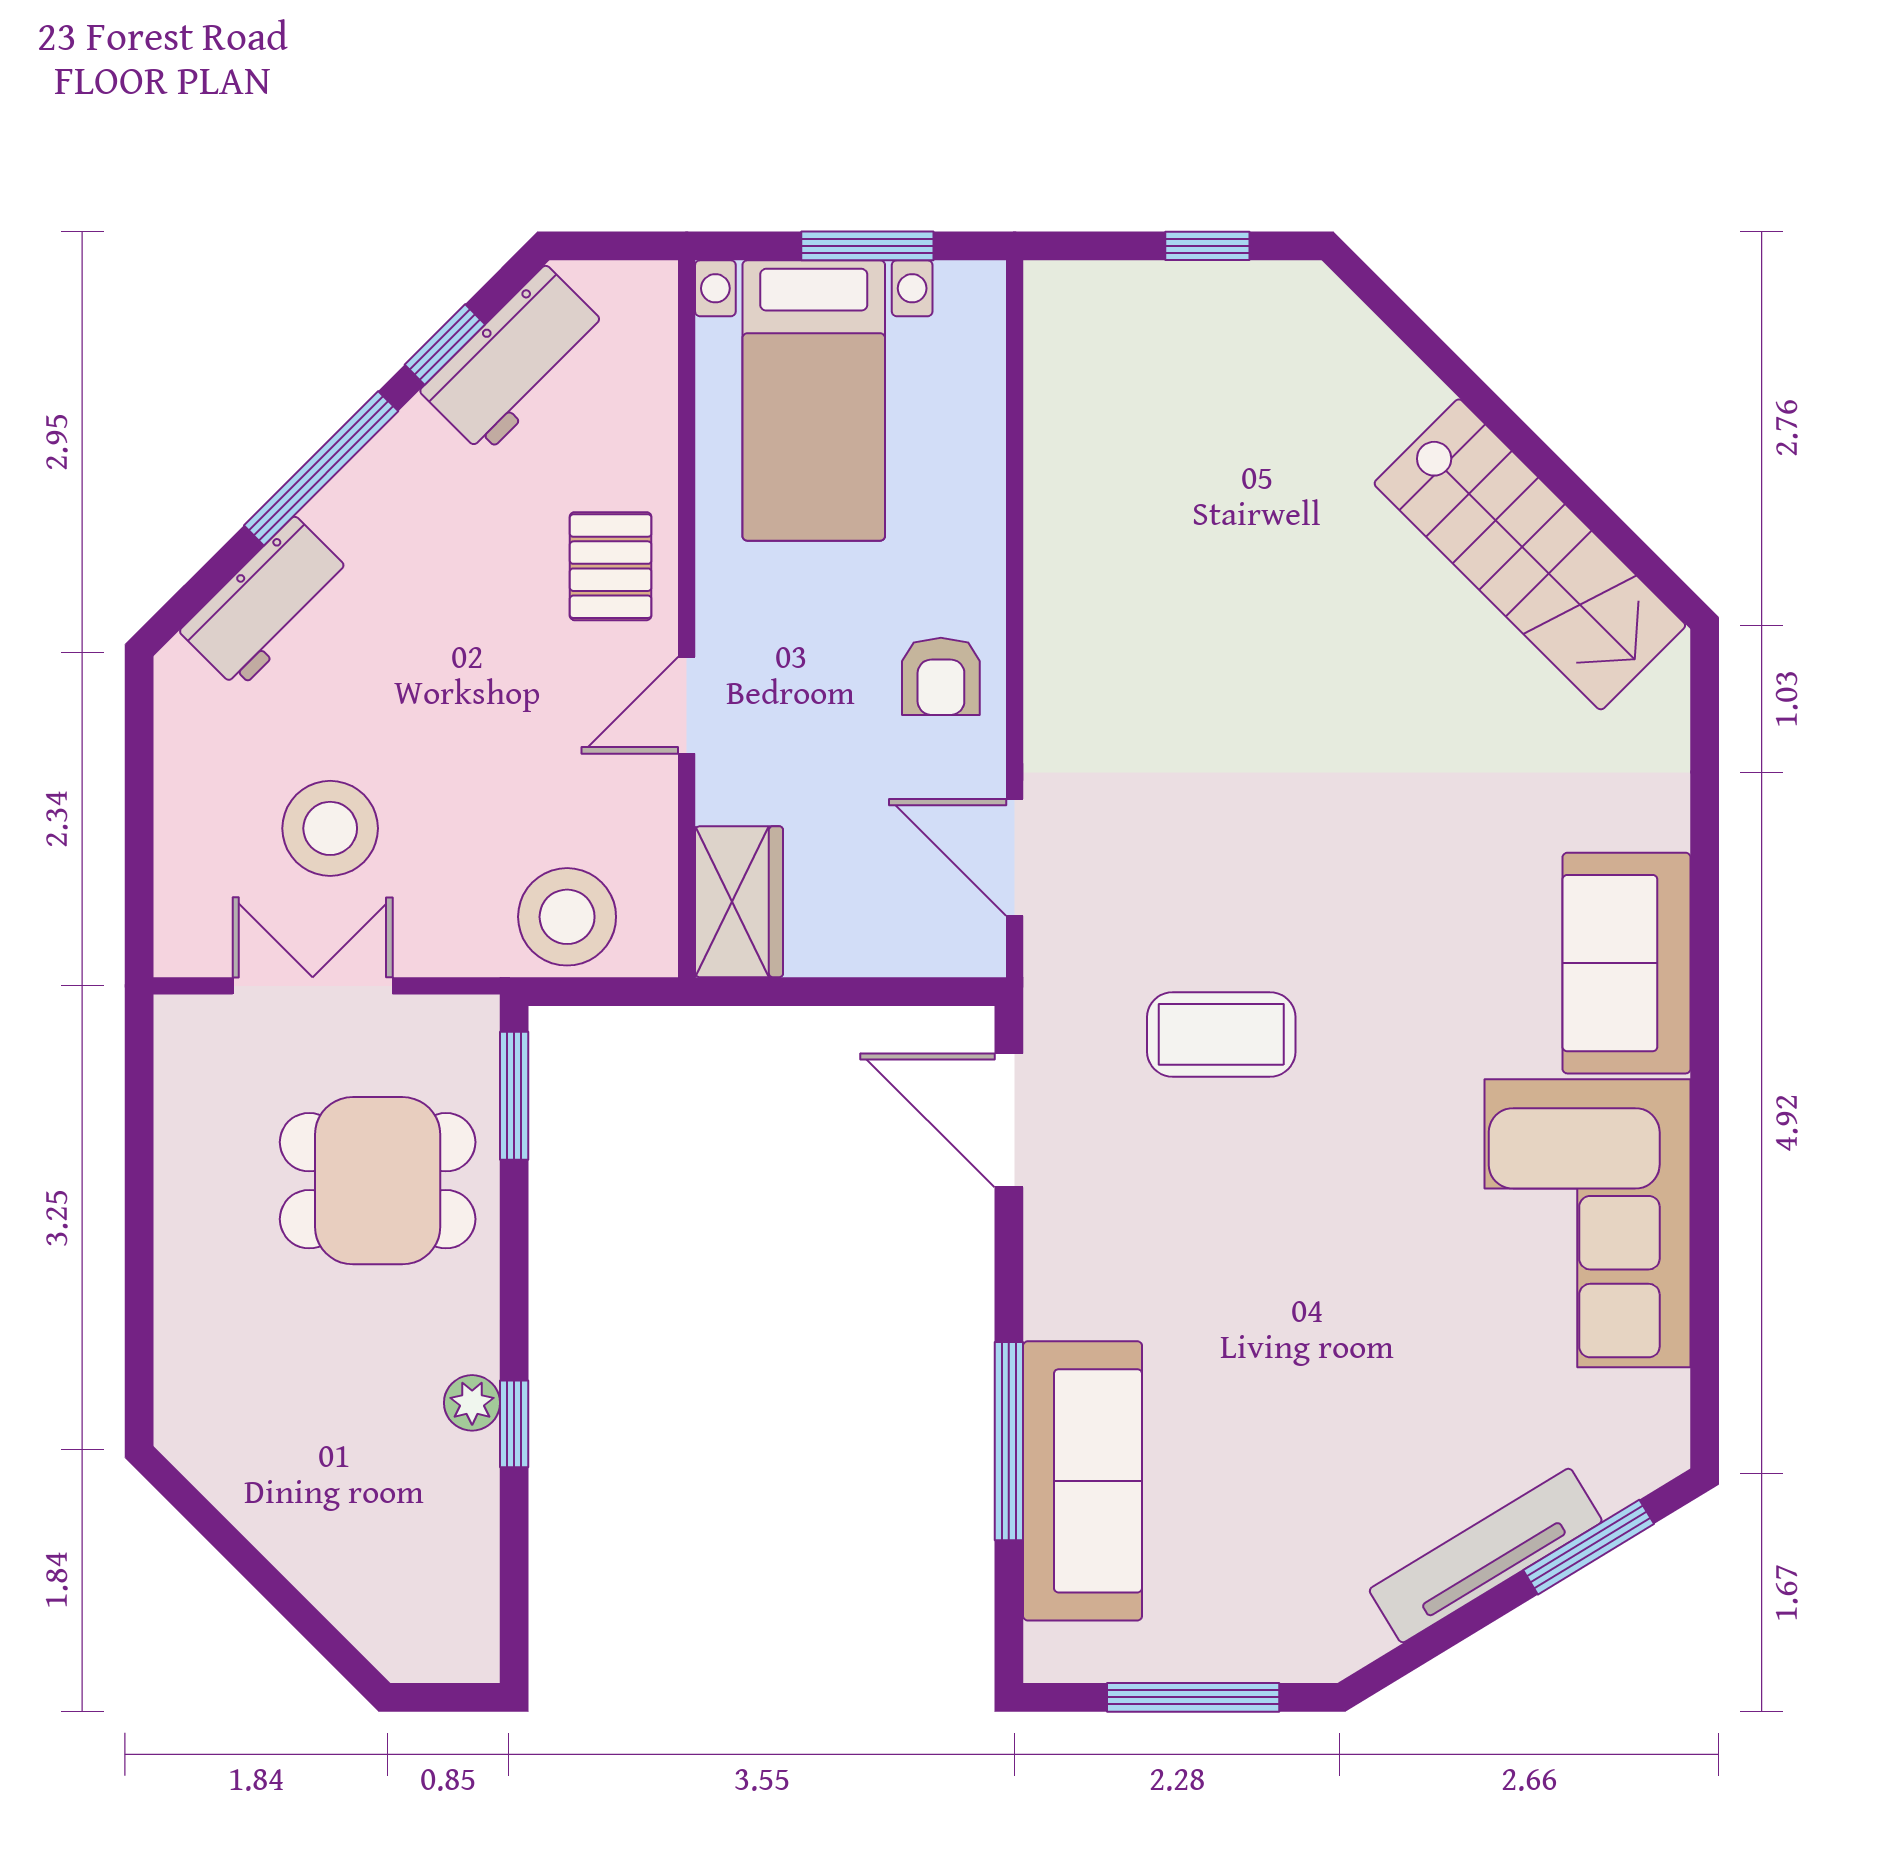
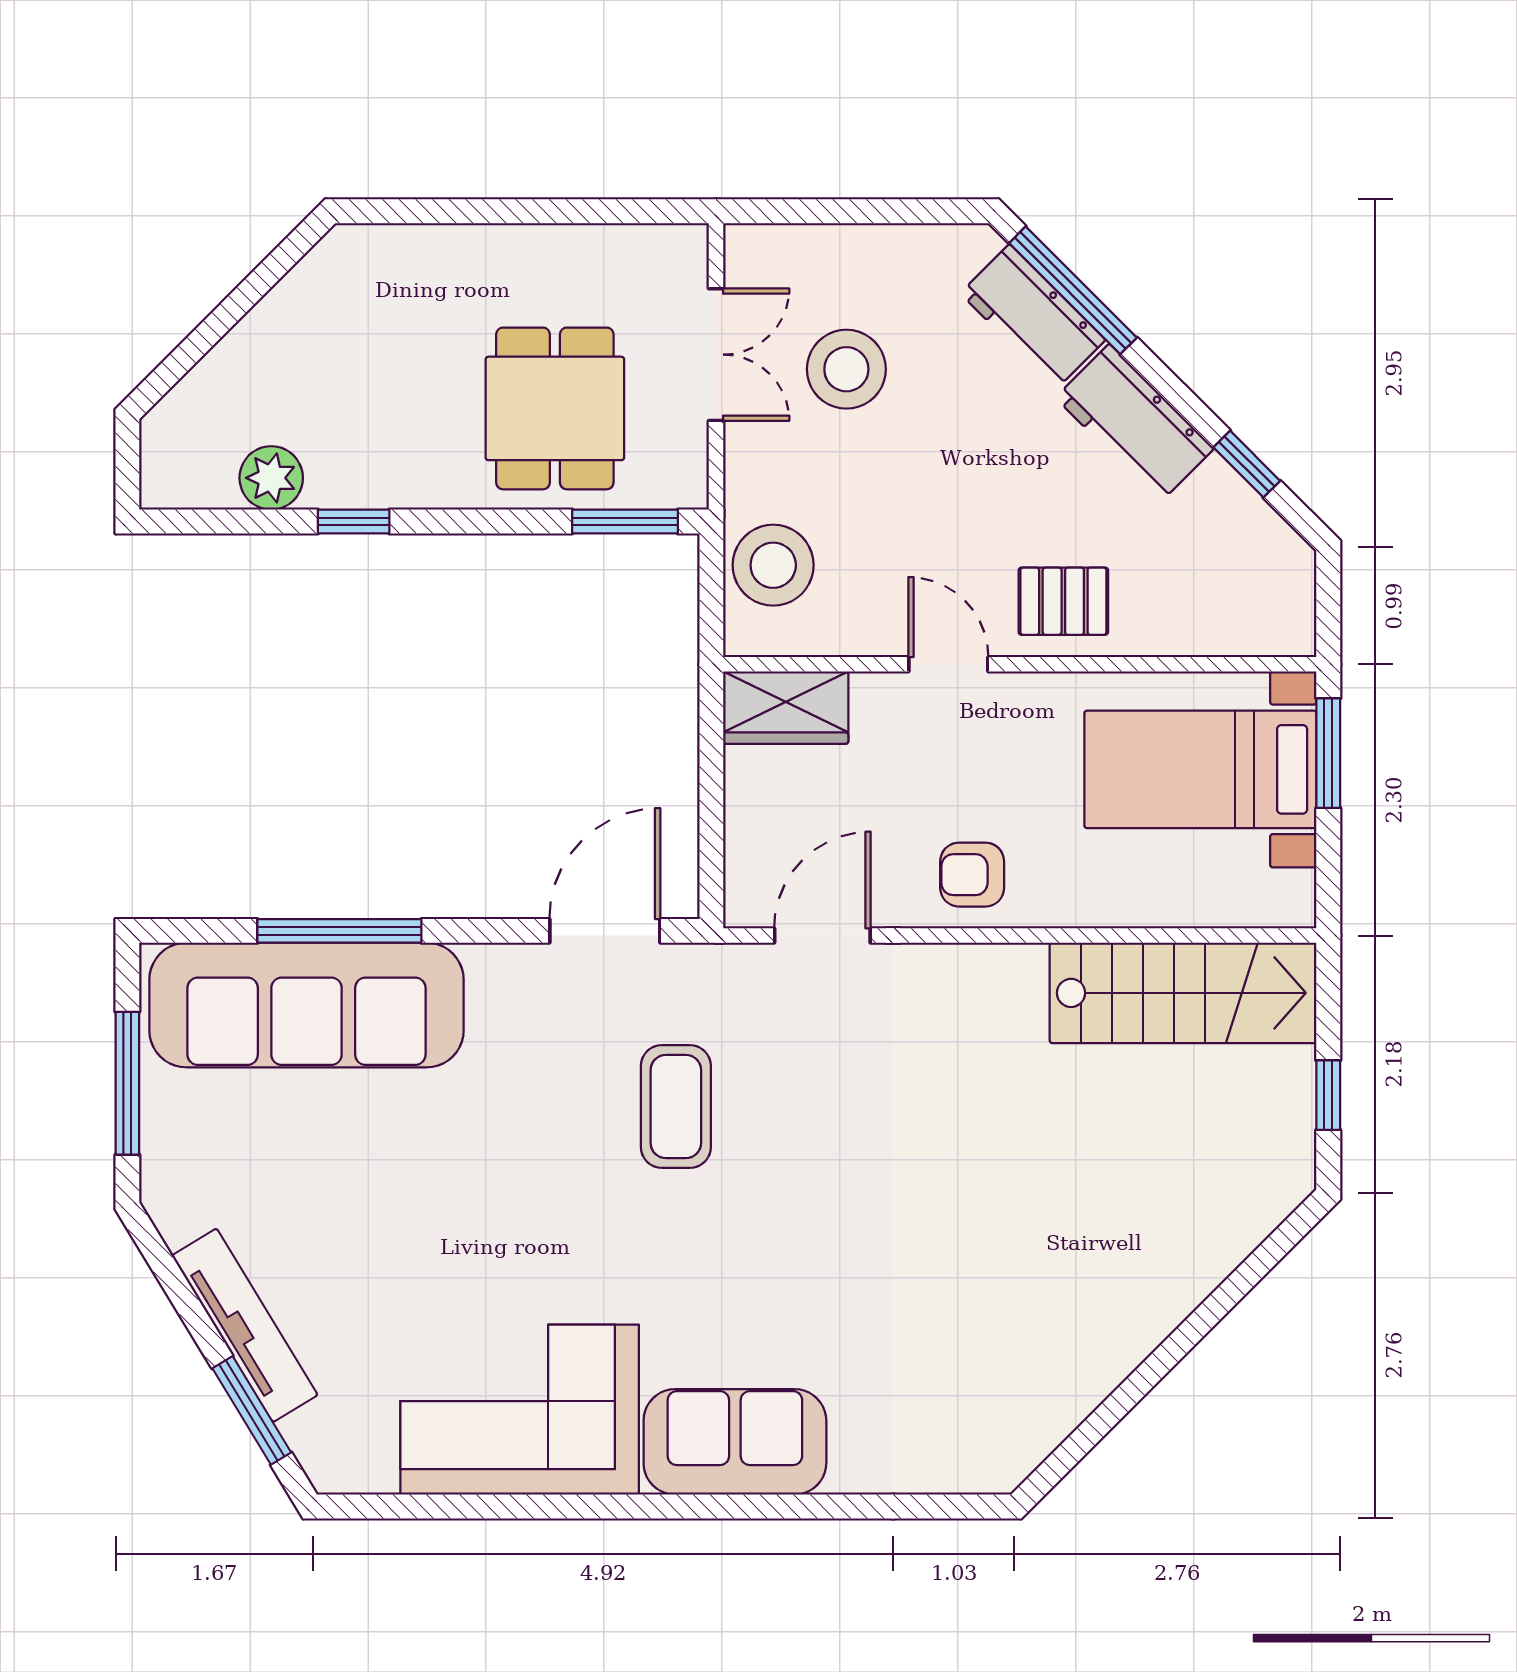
window: (867, 246) -> (1328, 753), moved
workbench: (515, 360) -> (1135, 423), moved
window: (321, 468) -> (1073, 290), moved
stairs: (1530, 554) -> (1183, 993), moved, turned -135
plant: (472, 1403) -> (271, 478), moved, width x1.38, depth x1.38
sofa: (1083, 1481) -> (306, 1005), width x1.36, depth x1.27

